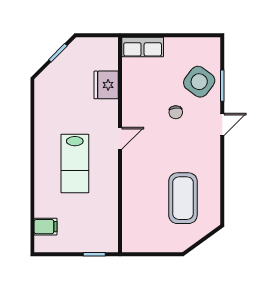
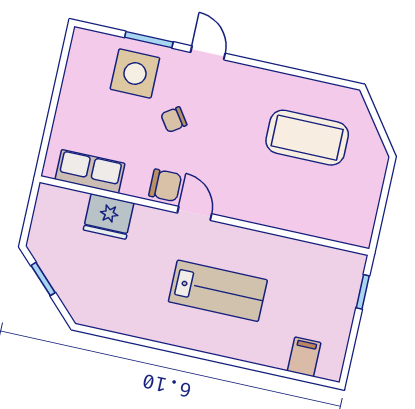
row of seats: (143, 47) -> (90, 171), moved, turned -90
side table: (199, 82) -> (135, 74), turned -37
chair: (176, 112) -> (174, 120), turned 150
chair: (133, 116) -> (165, 185), added

